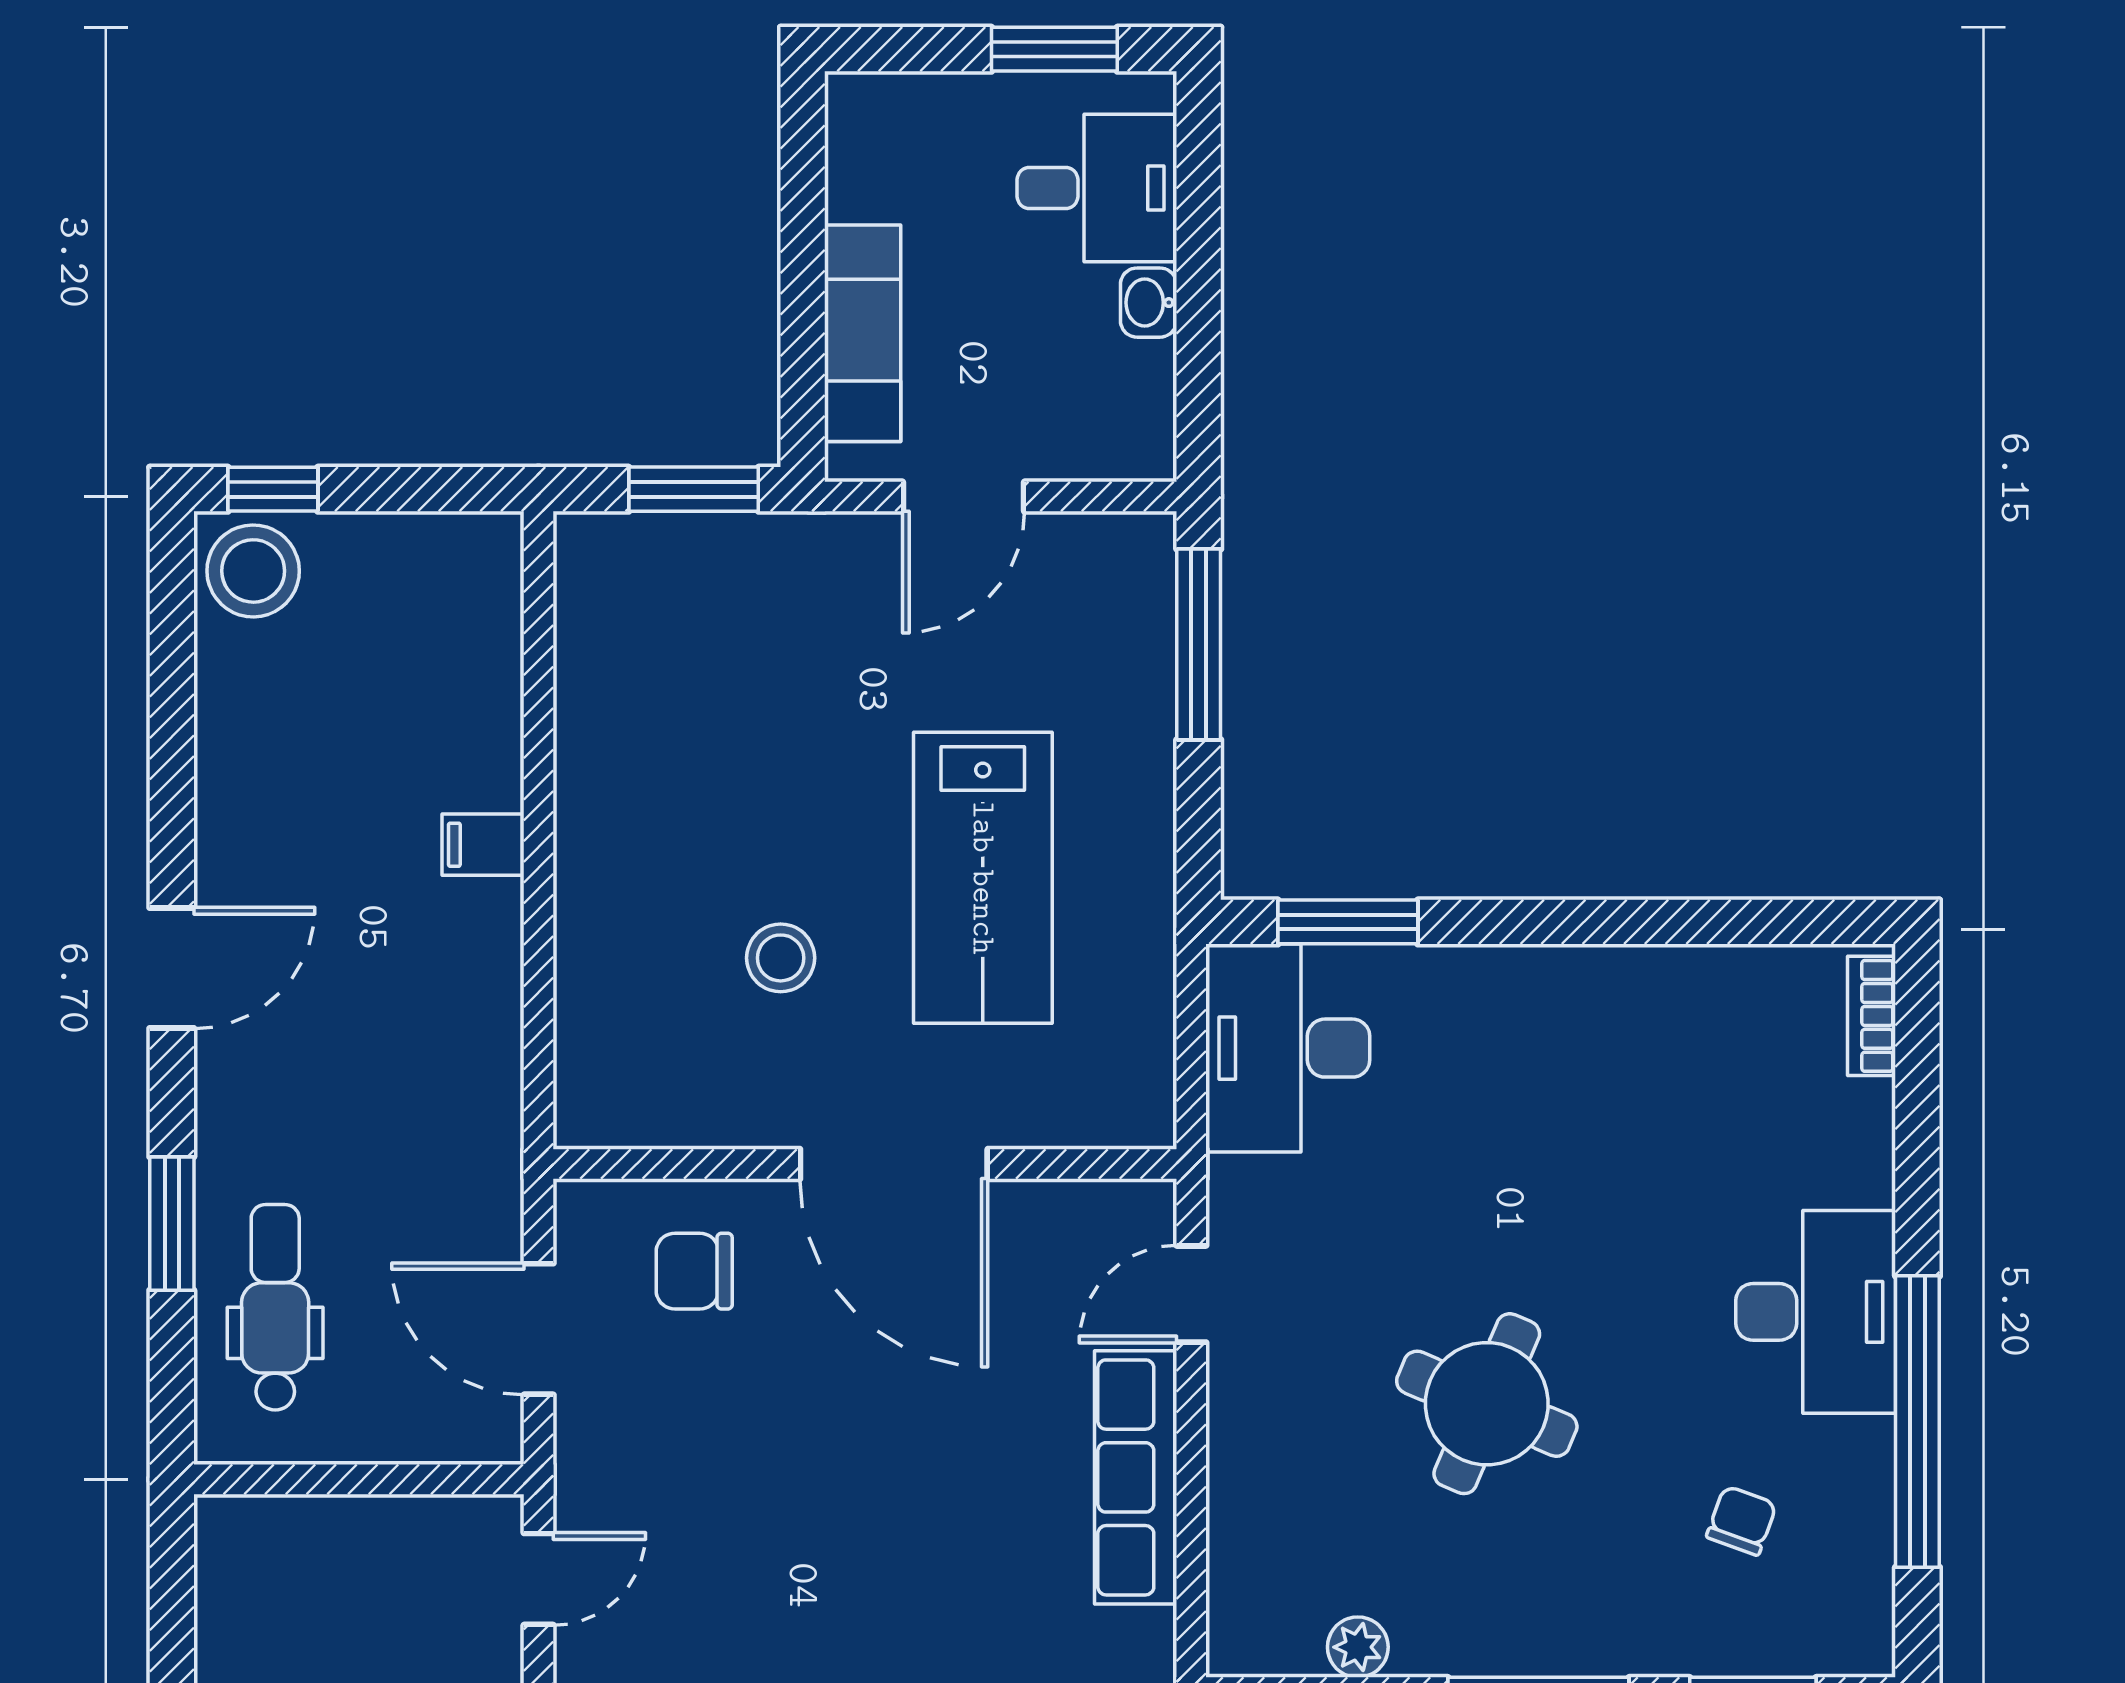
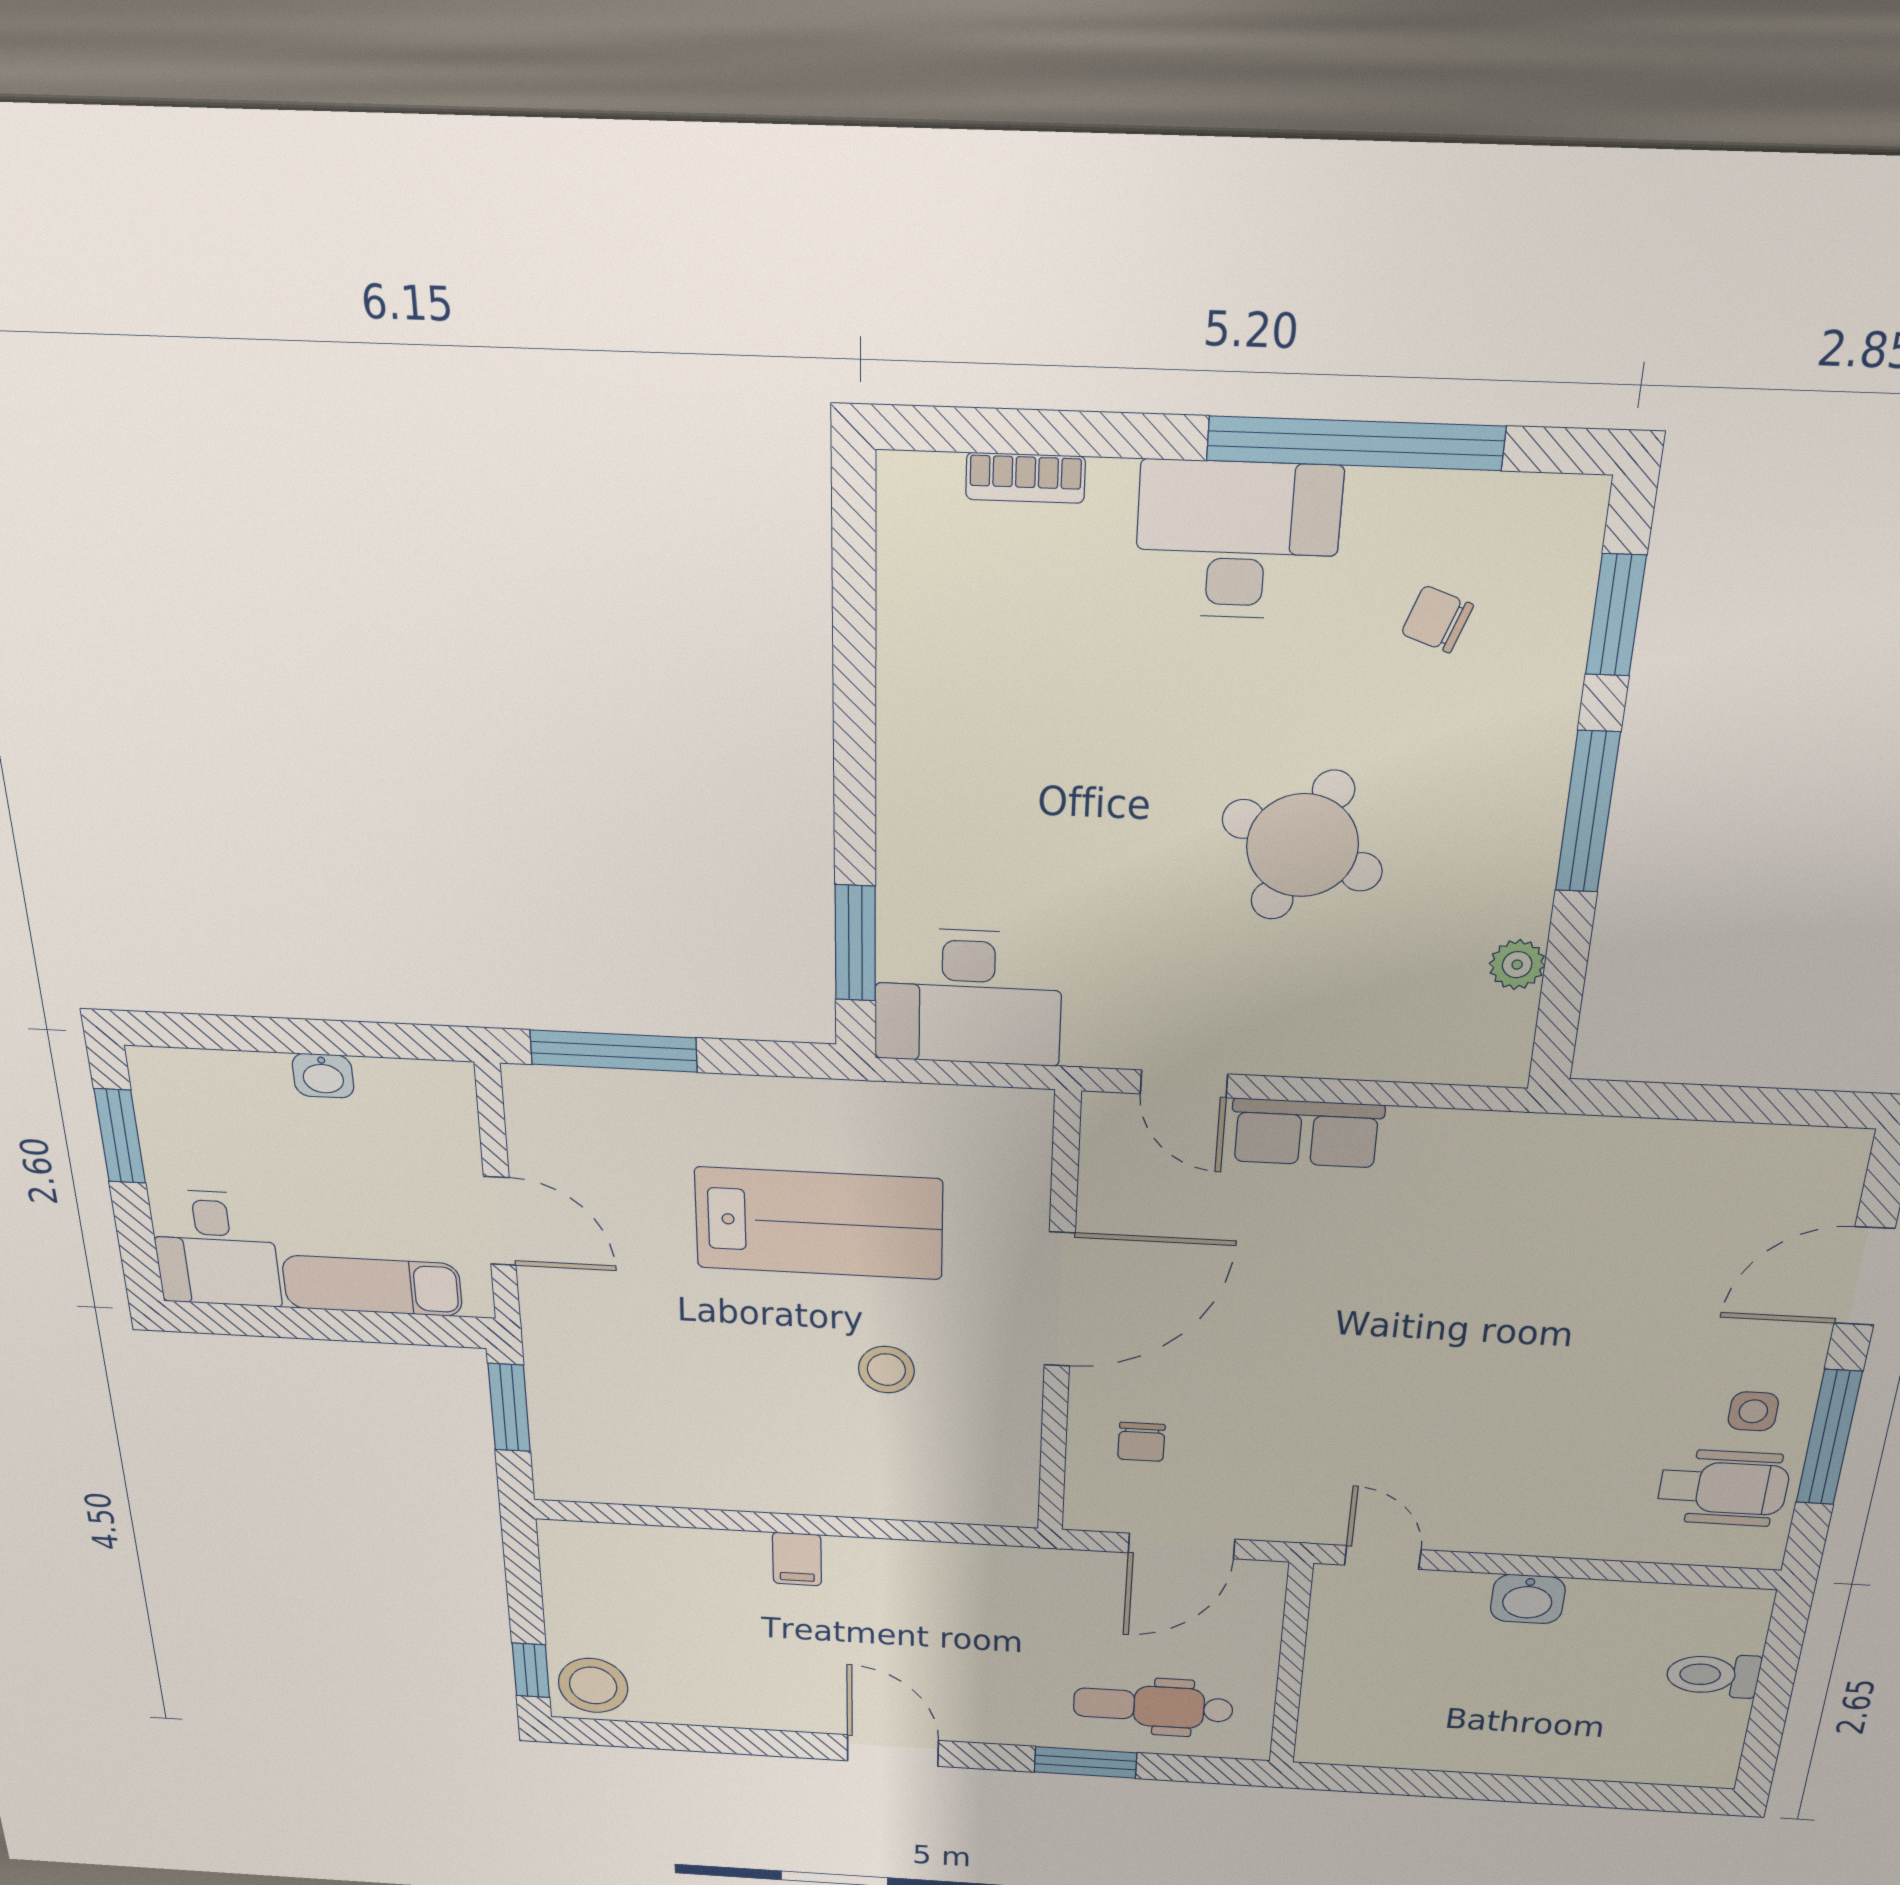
desk: (1097, 188) -> (215, 1248), moved, turned 180
bookcase: (1872, 1016) -> (1025, 478), moved
chair: (694, 1271) -> (1141, 1442), width x0.73, depth x0.73
row of seats: (1136, 1477) -> (1307, 1133), width x0.68

